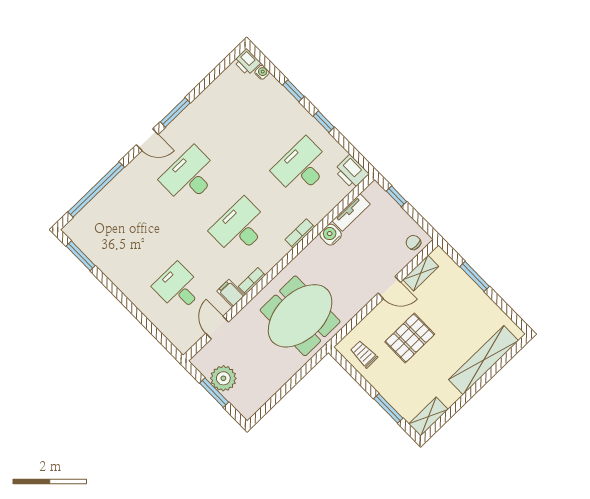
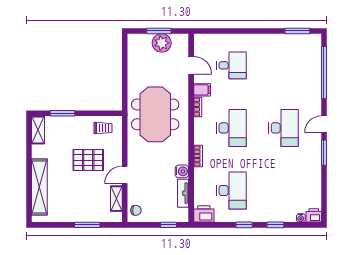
pallet: (410, 338) -> (88, 160), turned 90

